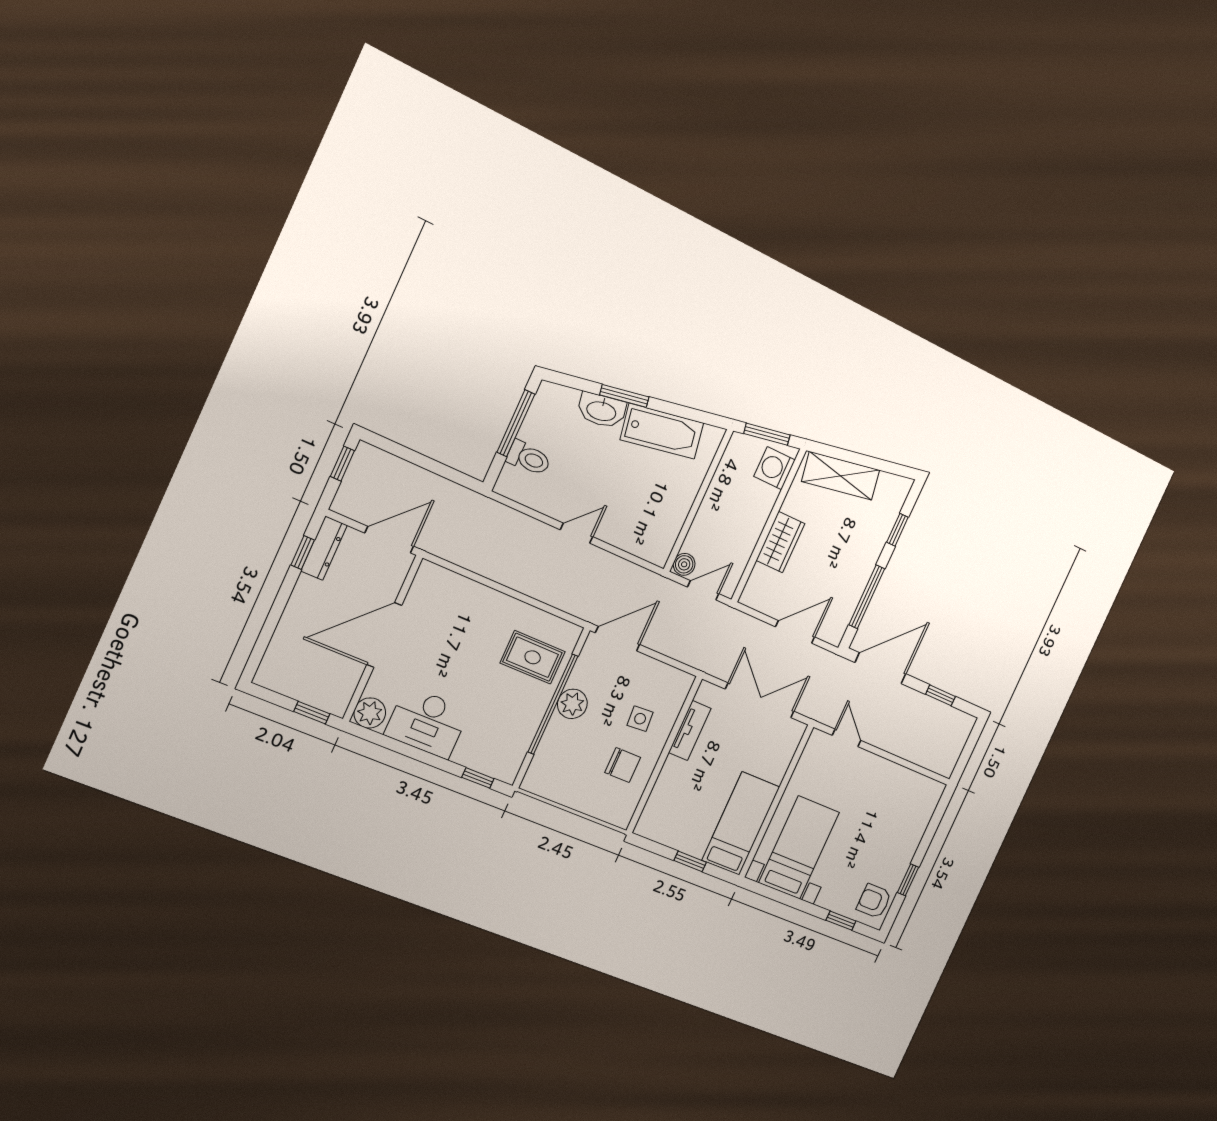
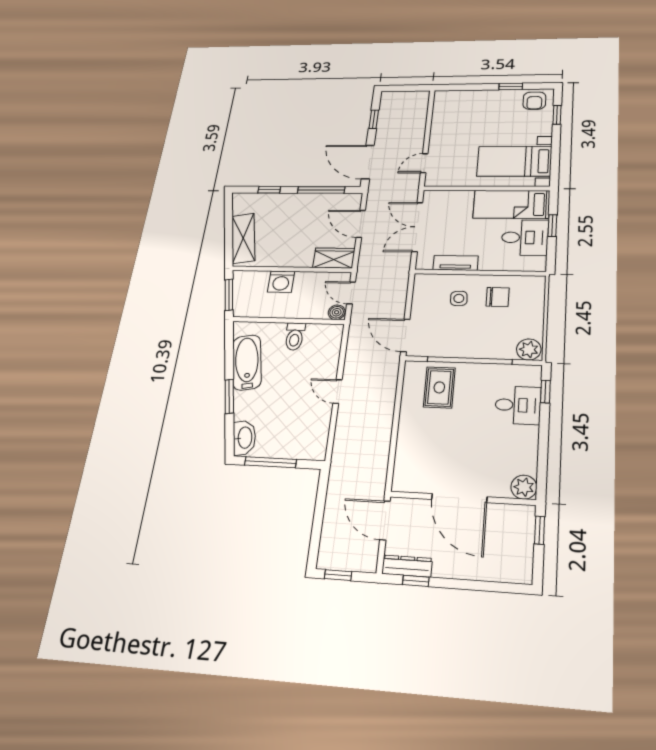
washbasin: (602, 410) -> (244, 438), moved
toilet: (529, 458) -> (295, 336), moved, turned 180
washing machine: (774, 468) -> (281, 282), moved
wardrobe: (780, 542) -> (334, 258), moved
plant: (572, 704) -> (529, 349), moved
desk: (427, 722) -> (518, 405), moved, width x0.73
chair: (623, 765) -> (498, 297), turned 90
desk: (688, 824) -> (525, 237), added

